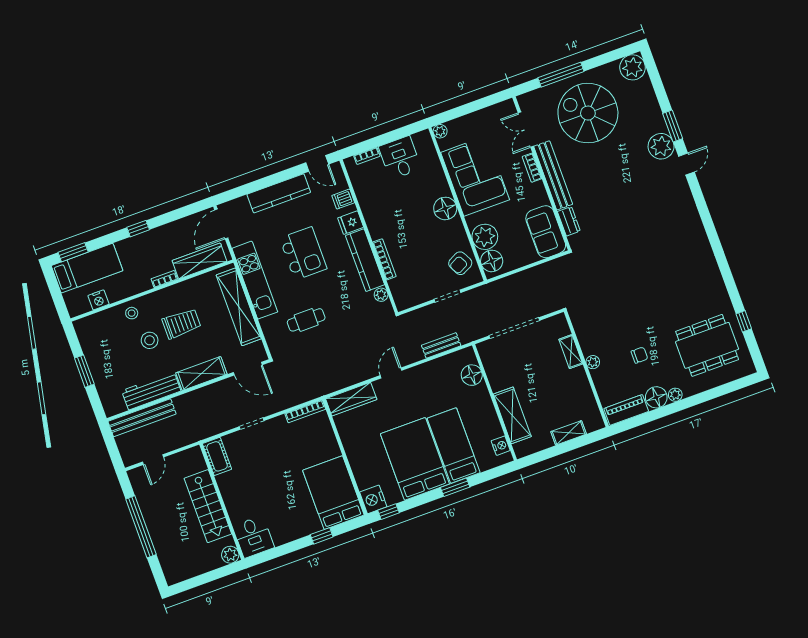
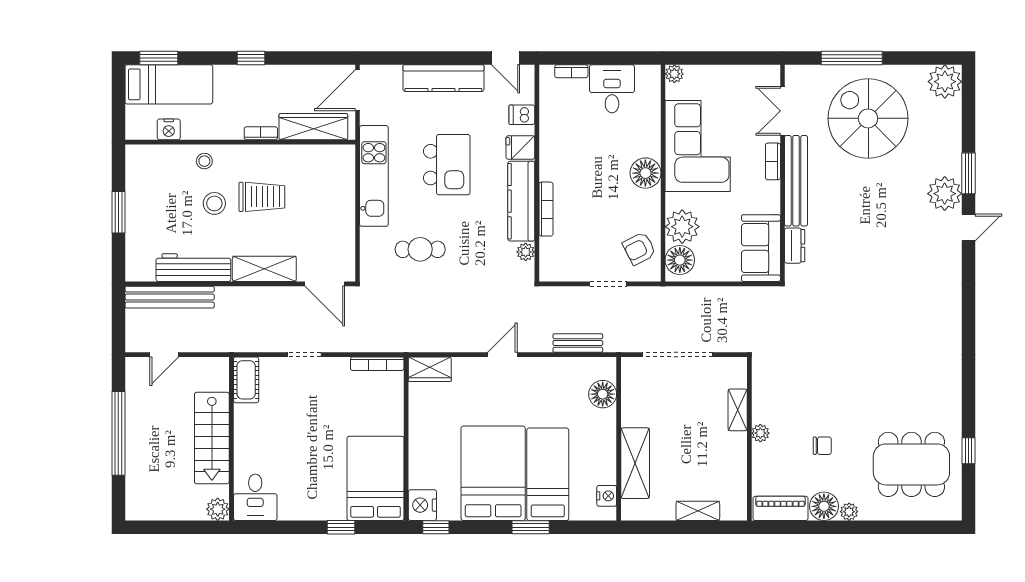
shelving: (239, 307) -> (342, 202), removed
wardrobe: (351, 399) -> (430, 369), width x0.67

